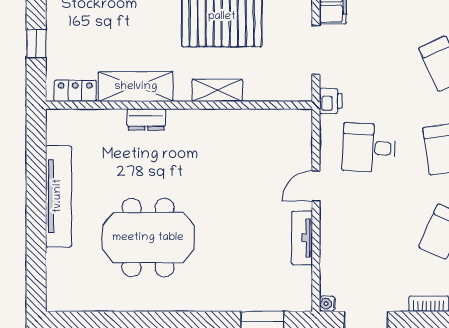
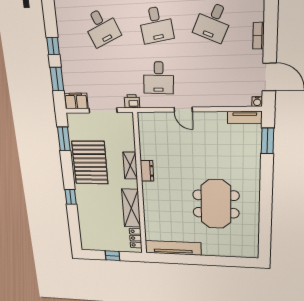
dresser: (146, 119) -> (147, 171), moved
tv unit: (58, 196) -> (173, 248), moved
tv unit: (302, 238) -> (245, 117), moved

